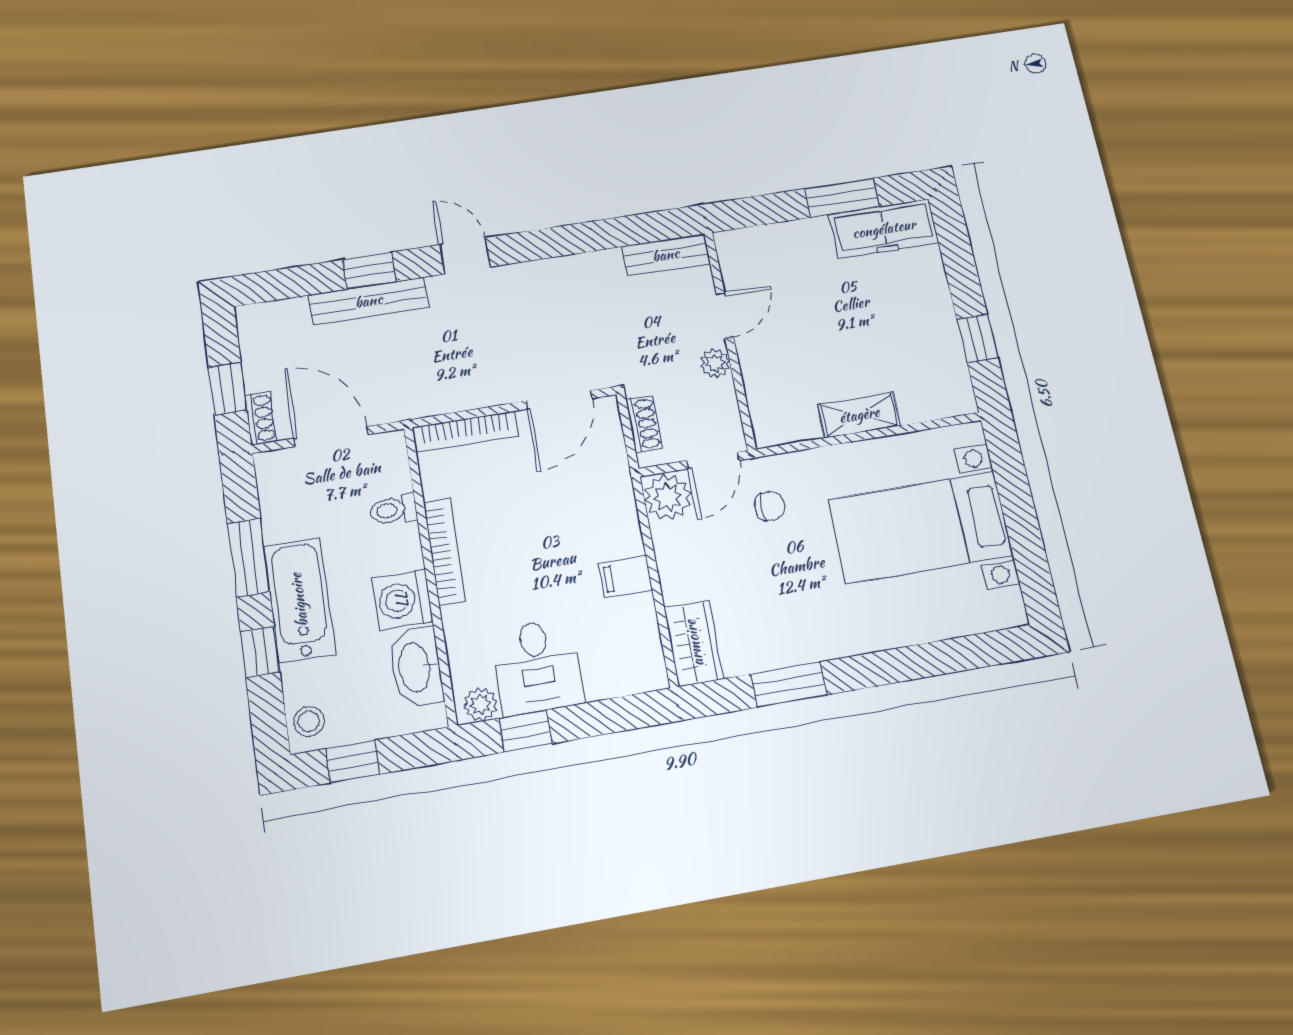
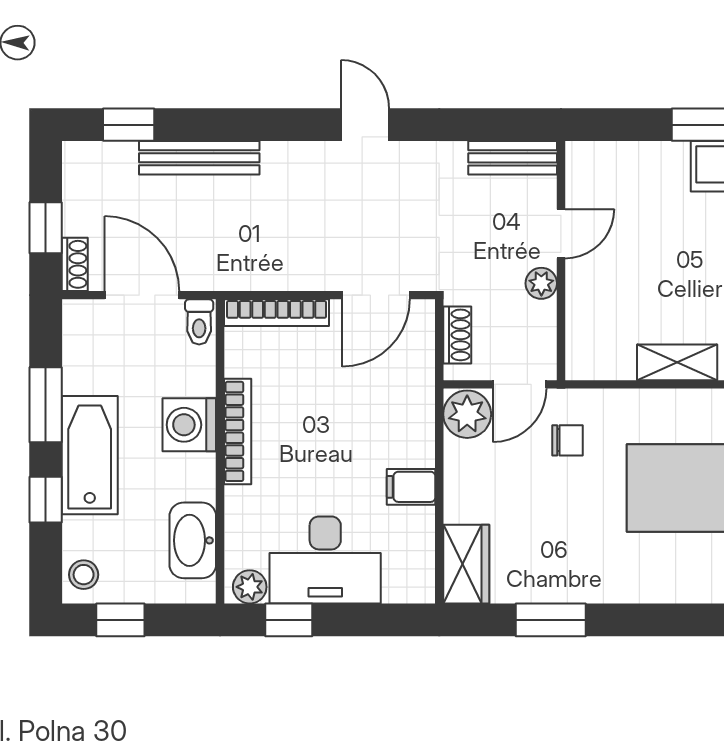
door: (465, 256) -> (365, 125), moved
window: (369, 271) -> (129, 125), moved
toilet: (393, 510) -> (199, 322), moved, turned -90
washing machine: (402, 600) -> (189, 425), moved
desk: (537, 666) -> (325, 560), width x1.37

